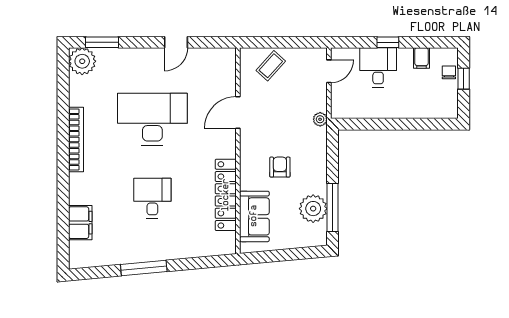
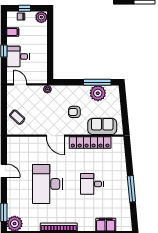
plant: (448, 108) -> (41, 17), added
door: (238, 113) -> (55, 136), moved

